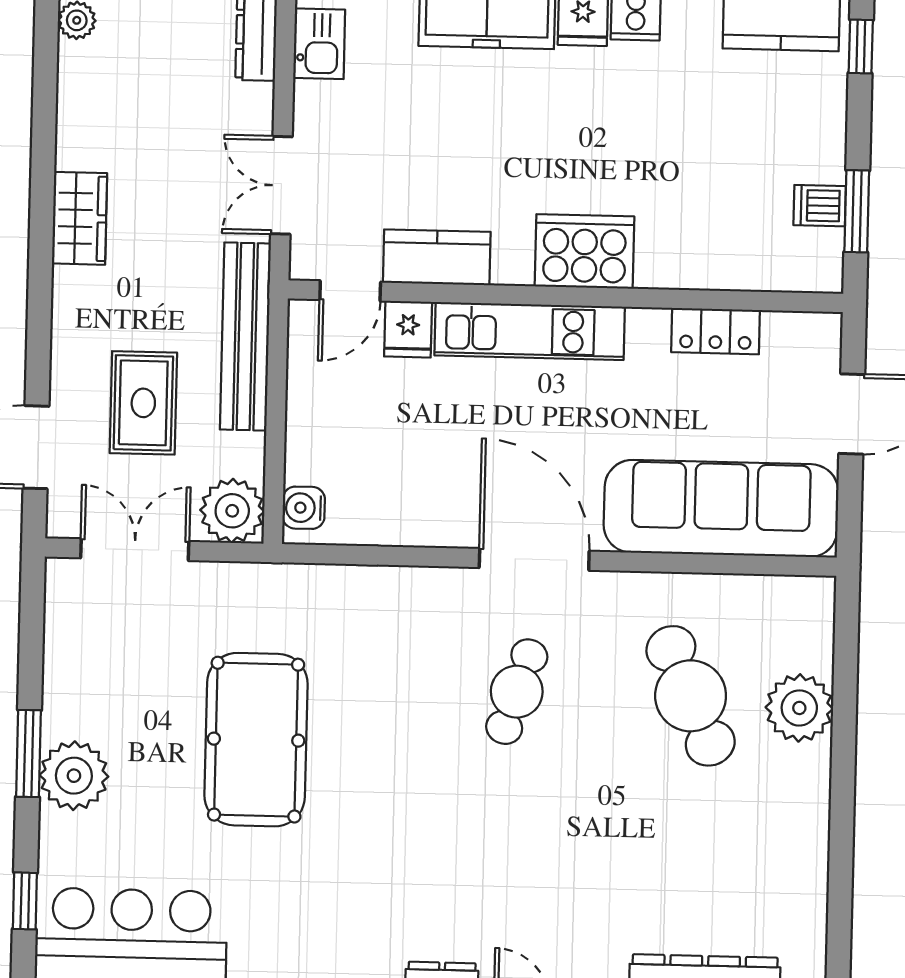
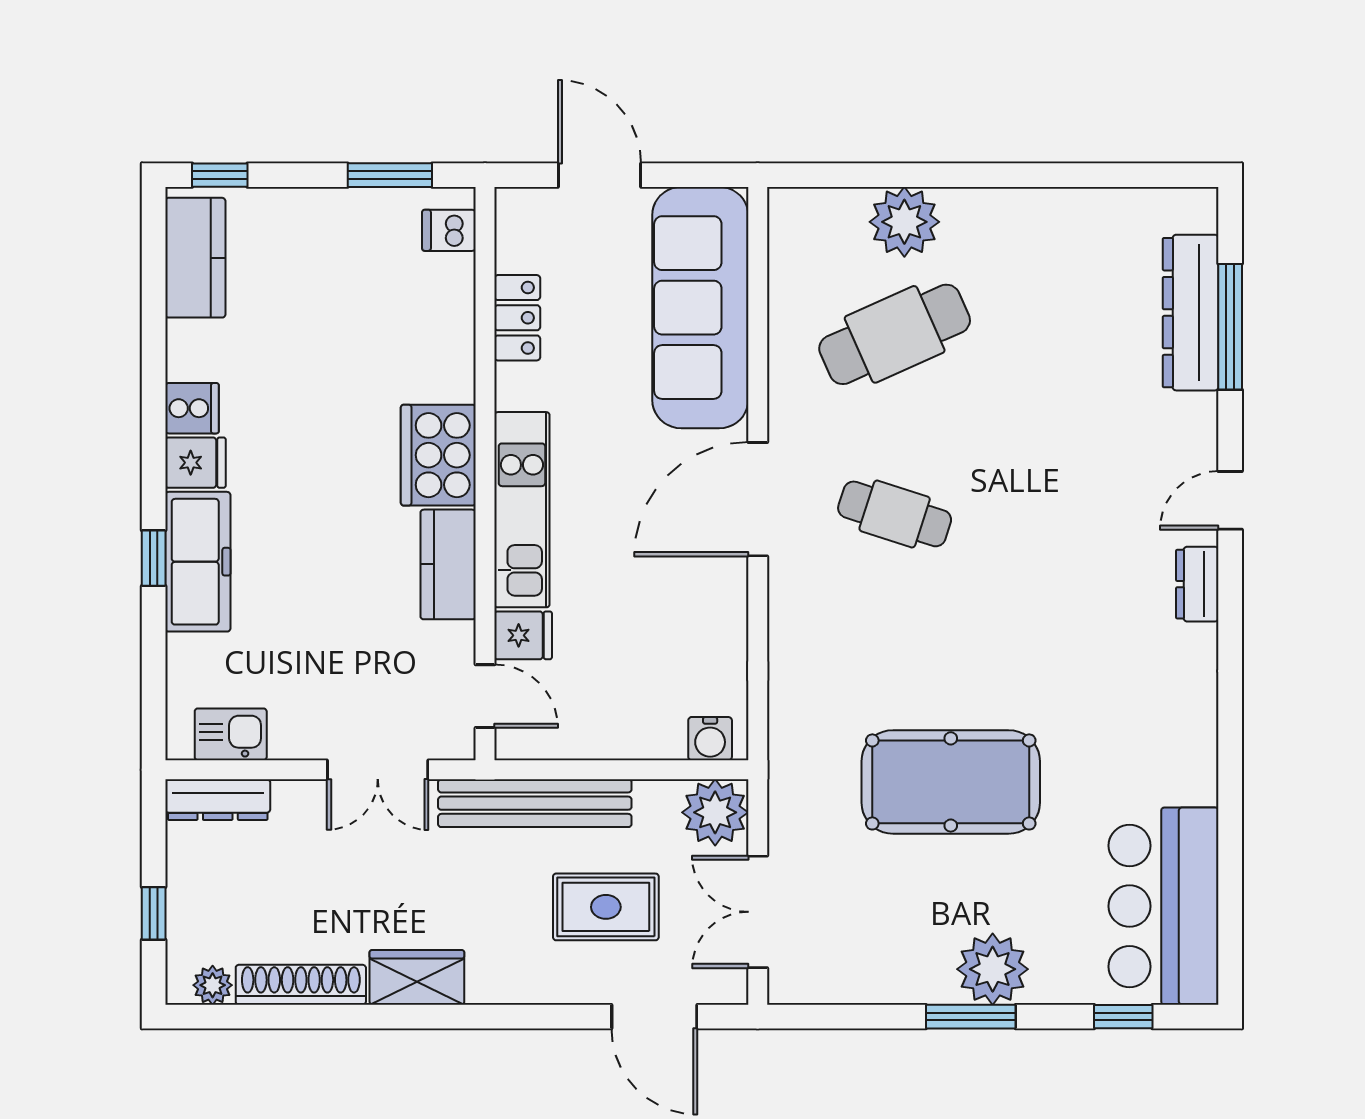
shoe rack: (75, 106) -> (301, 985), added
dishwasher: (820, 206) -> (449, 230), moved, turned 90
kitchen counter: (437, 257) -> (448, 564), moved

